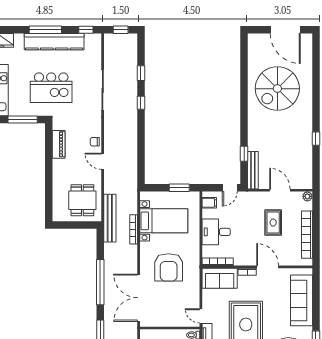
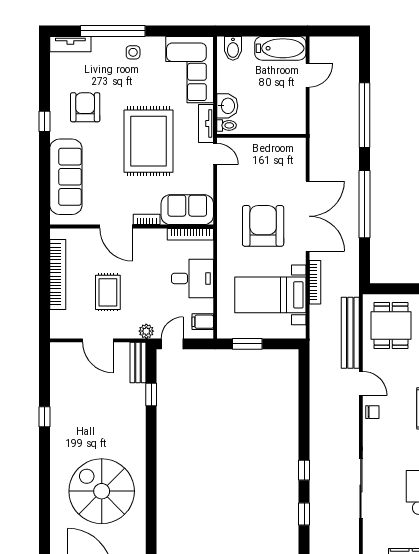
spiral stairs: (277, 89) -> (102, 491), turned -90
bench: (253, 170) -> (138, 363), width x0.73
plant: (307, 196) -> (146, 331), moved
bench: (110, 218) -> (350, 333), moved
double door: (139, 298) -> (308, 216), moved

